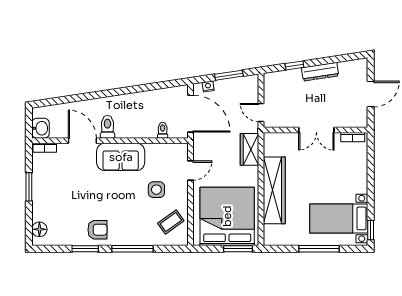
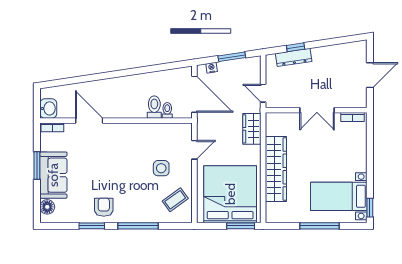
dresser: (320, 72) -> (294, 57), moved
toilet: (107, 127) -> (154, 107), moved
sofa: (121, 157) -> (53, 175), moved, turned -90
armchair: (97, 230) -> (104, 207), turned -90

